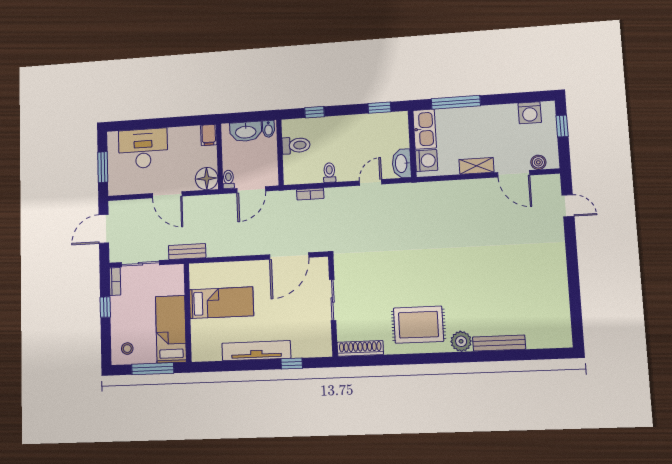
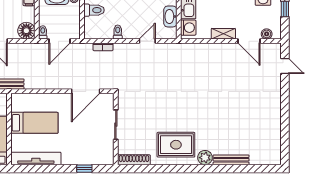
washbasin: (402, 163) -> (170, 16), moved
tv unit: (256, 351) -> (36, 158), moved

